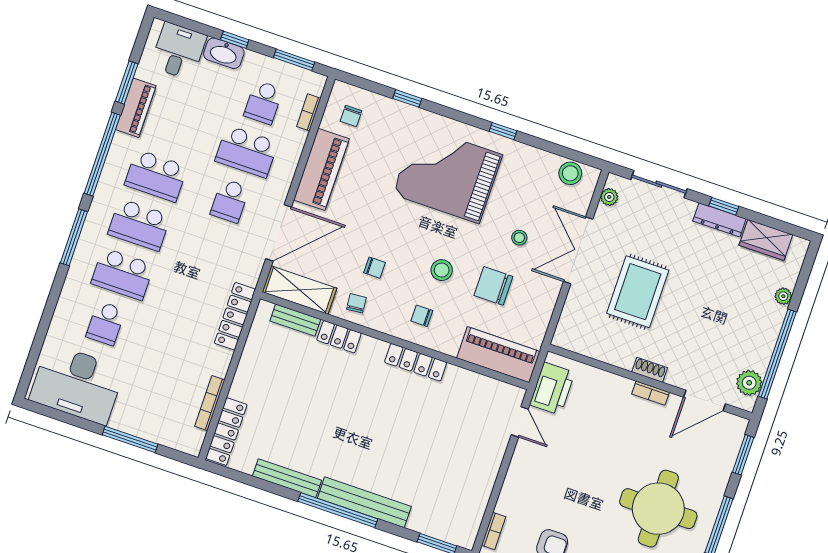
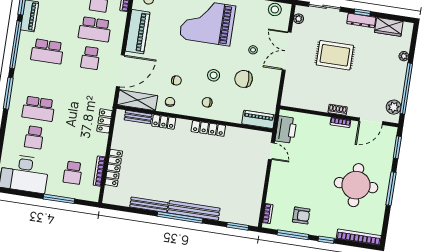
school desk: (139, 225) -> (73, 173), moved, width x0.54
rug: (638, 292) -> (335, 55), moved, turned 90
locker: (235, 316) -> (105, 121), width x0.66
piano: (498, 355) -> (258, 119), width x0.73, depth x0.75
locker: (226, 432) -> (114, 168), moved

